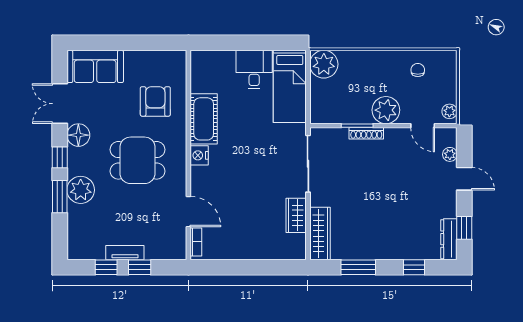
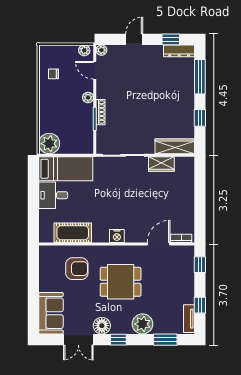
armchair: (155, 101) -> (77, 269), turned 180
plant: (386, 110) -> (88, 97), width x0.53, depth x0.53
cot: (204, 119) -> (73, 233), moved
door: (423, 126) -> (95, 70), swing flipped
plant: (450, 154) -> (101, 50), moved
dining table: (138, 160) -> (121, 282), turned 90
window: (60, 197) -> (165, 340), moved
tv unit: (125, 253) -> (189, 319), moved
window: (140, 267) -> (200, 265), moved
window: (358, 267) -> (200, 118), width x0.67
window: (414, 267) -> (200, 77), width x2.17

